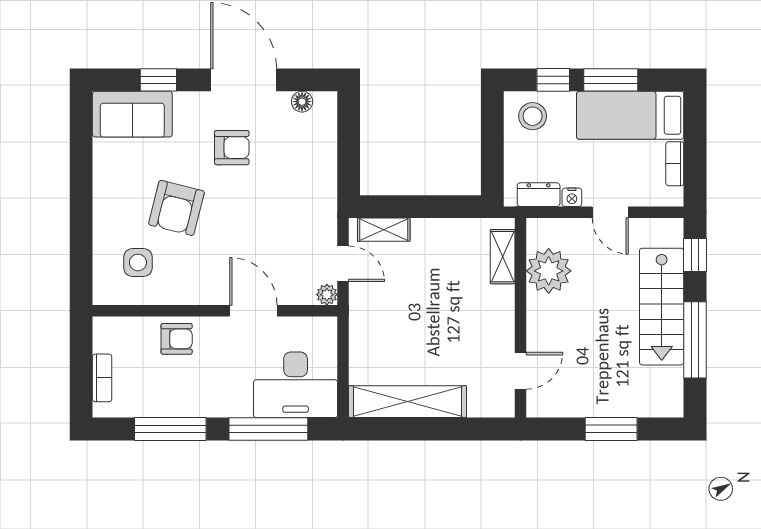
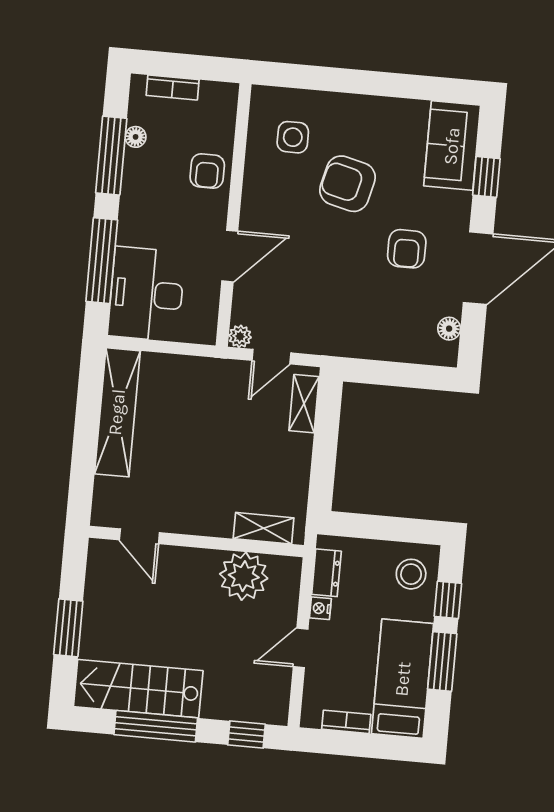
stairs: (662, 307) -> (138, 689), moved
floor lamp: (151, 408) -> (136, 137), added

